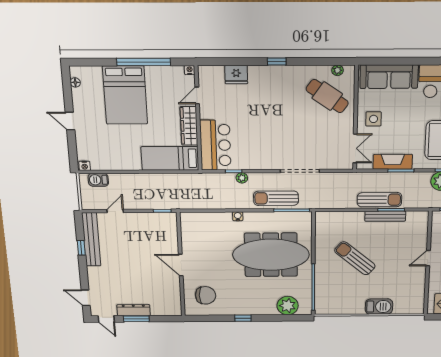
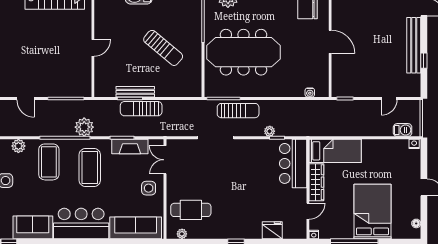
cafe table: (327, 96) -> (191, 210), turned -35
water cooler: (238, 216) -> (310, 92), moved
bench: (91, 239) -> (414, 45), moved

